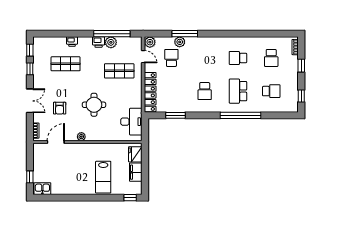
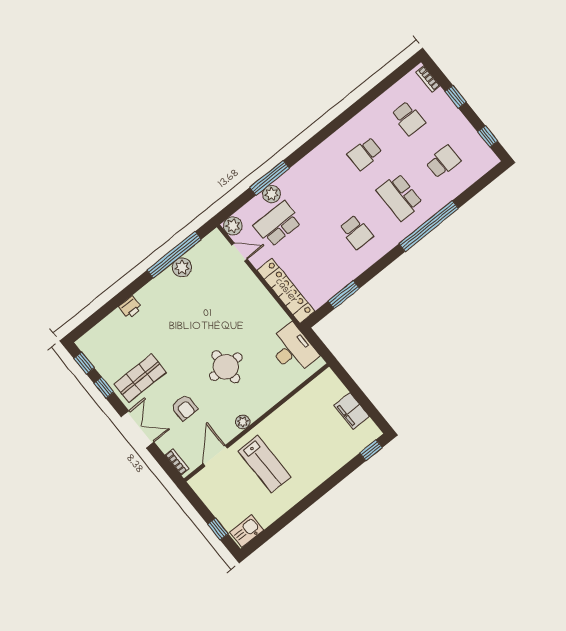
printer: (99, 42) -> (165, 280), removed
school desk: (171, 58) -> (278, 224), width x1.85
shop shelf: (66, 64) -> (140, 378), moved
shop shelf: (119, 71) -> (223, 296), removed
fridge: (135, 154) -> (332, 388), removed
lab bench: (103, 177) -> (264, 464), moved

